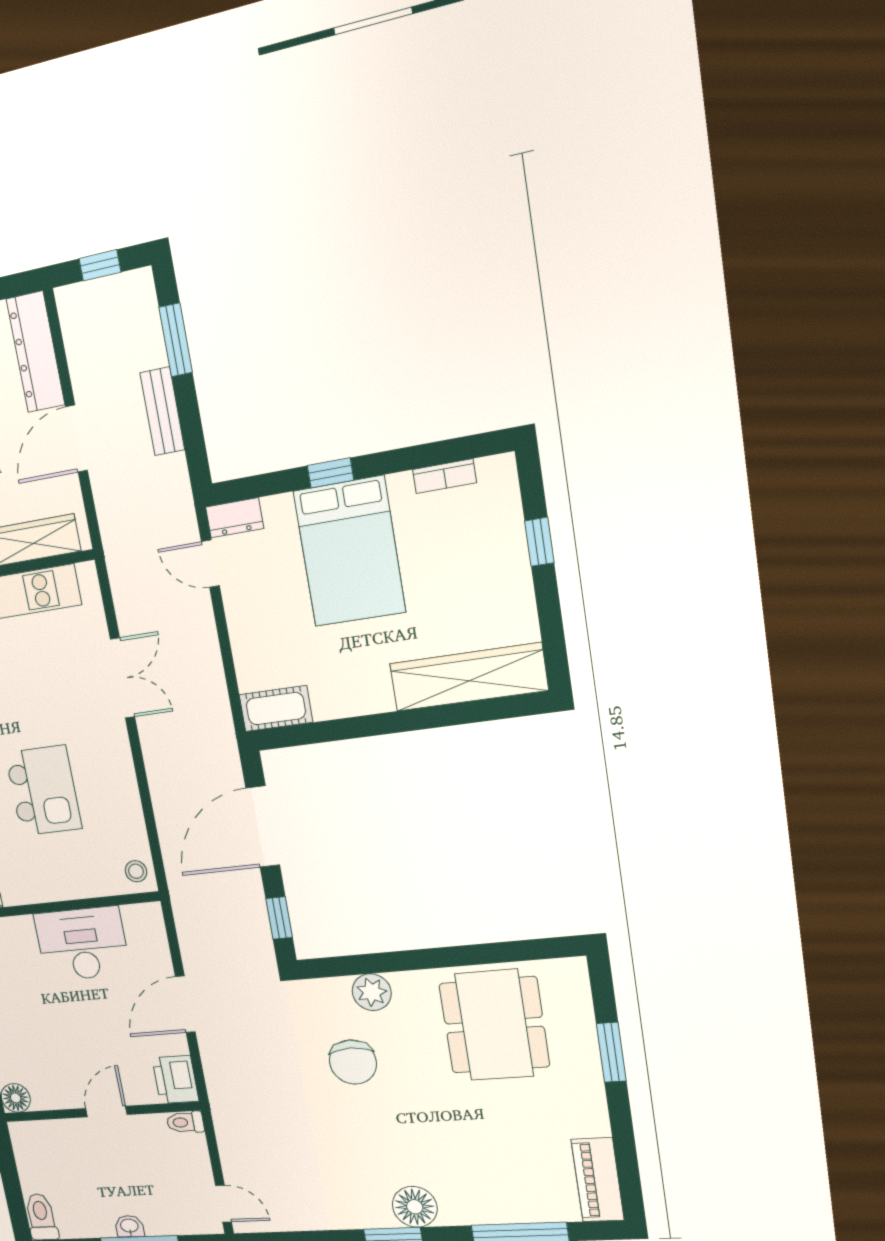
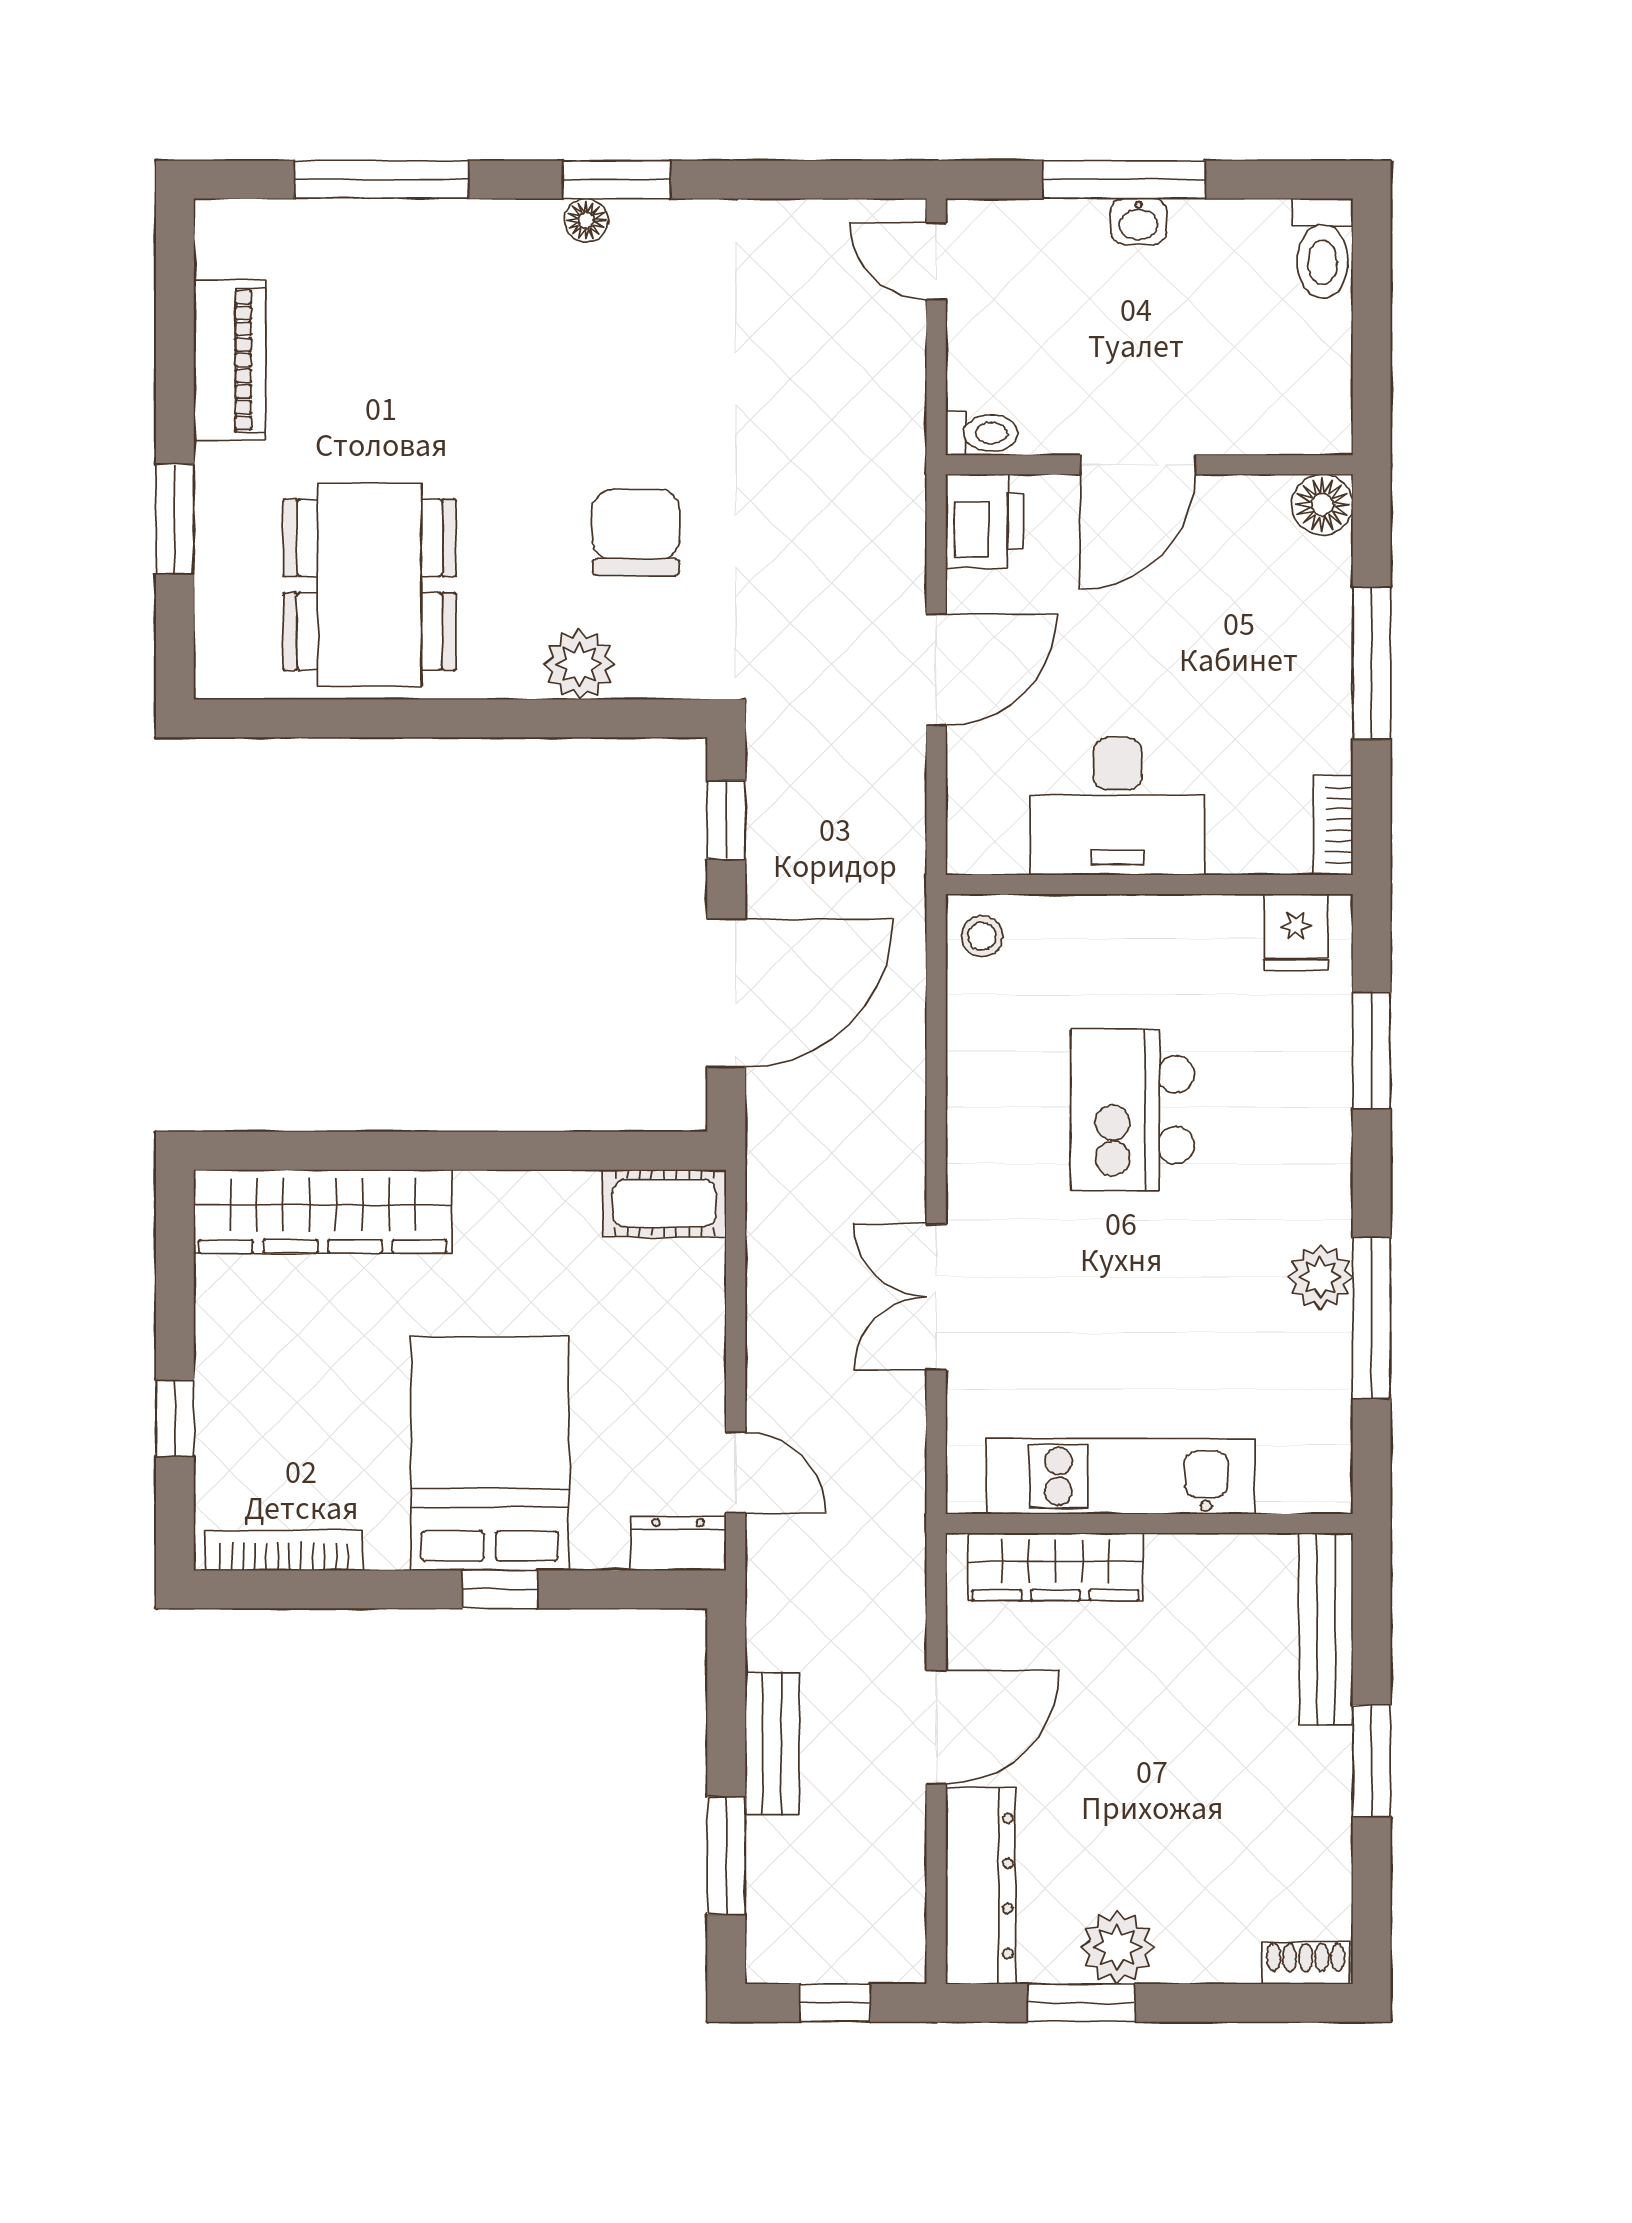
bookcase: (444, 476) -> (284, 1550), width x1.56
door: (106, 1112) -> (1138, 465), width x1.38
piano: (598, 1180) -> (230, 360), moved
floor lamp: (415, 1207) -> (586, 220), width x0.53, depth x0.53

